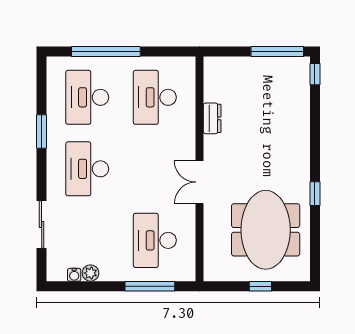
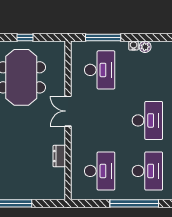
double door: (200, 182) -> (68, 111), swing flipped
water cooler: (74, 275) -> (134, 46), moved

